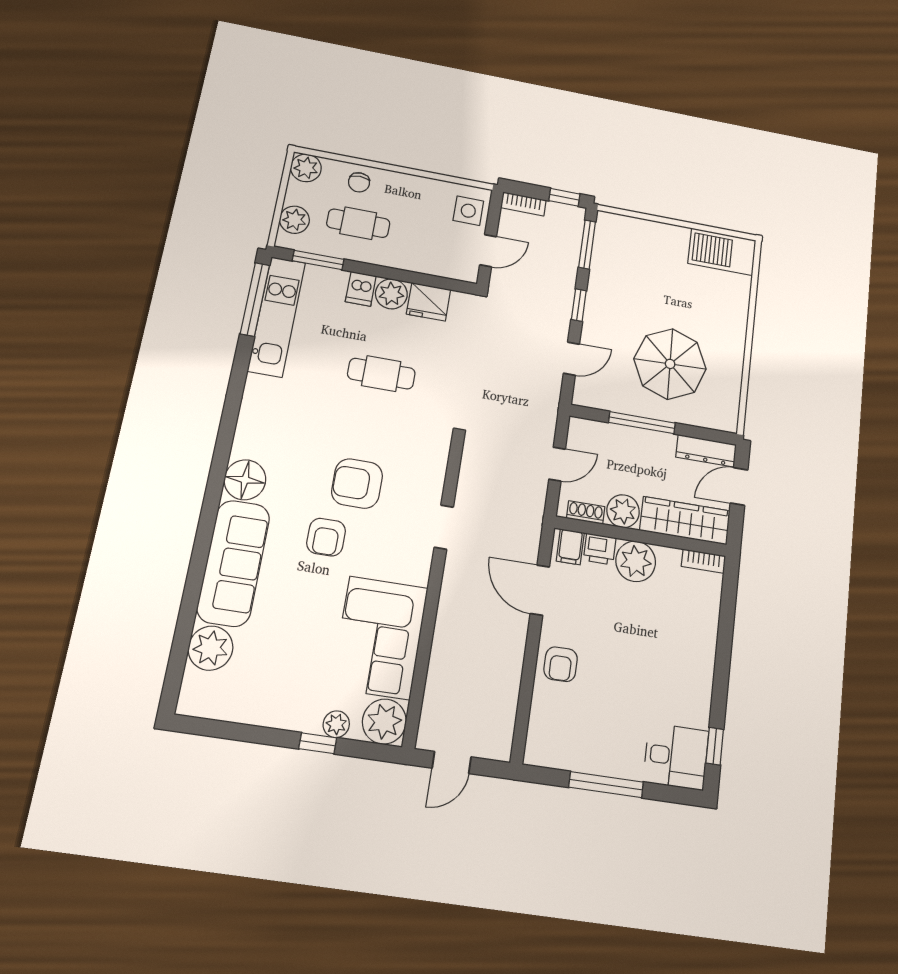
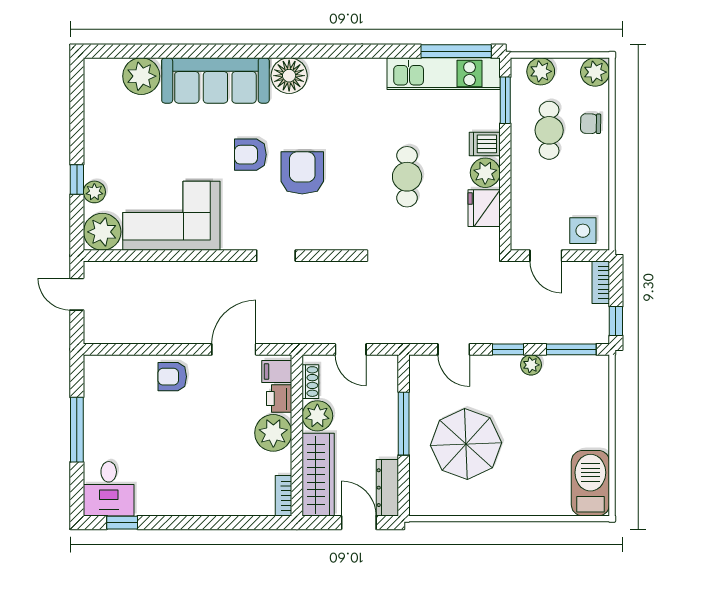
plant: (598, 286) -> (531, 365), added

